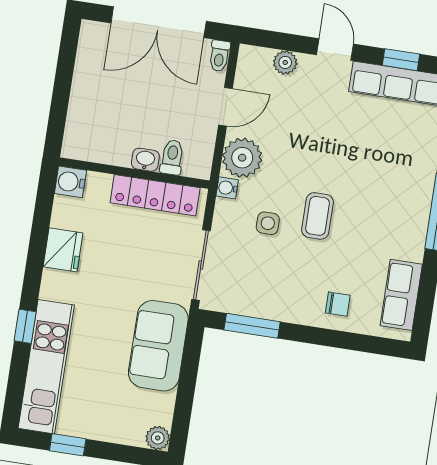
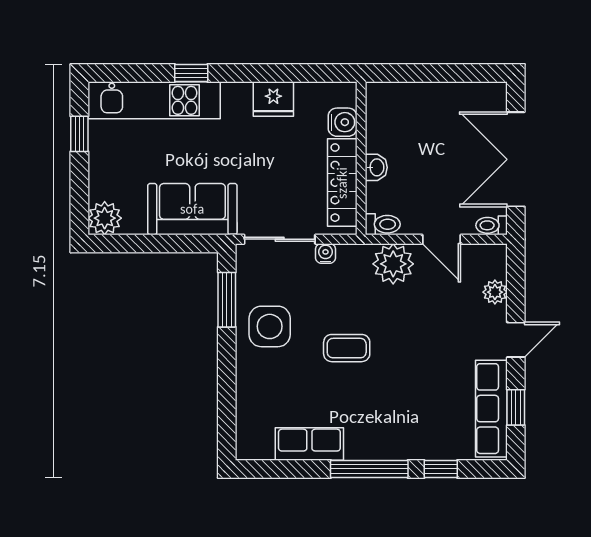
toilet: (172, 157) -> (383, 224), moved
water cooler: (70, 182) -> (343, 122), moved, turned 90
water cooler: (227, 188) -> (326, 253), moved
side table: (268, 223) -> (270, 326), moved, width x1.87, depth x1.87
row of seats: (401, 295) -> (309, 444), moved
chair: (338, 304) -> (262, 382), removed
plant: (158, 438) -> (105, 218), width x1.38, depth x1.38

